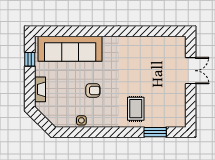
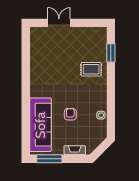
window: (30, 59) -> (49, 159), width x2.17
armchair: (93, 90) -> (70, 114), moved

